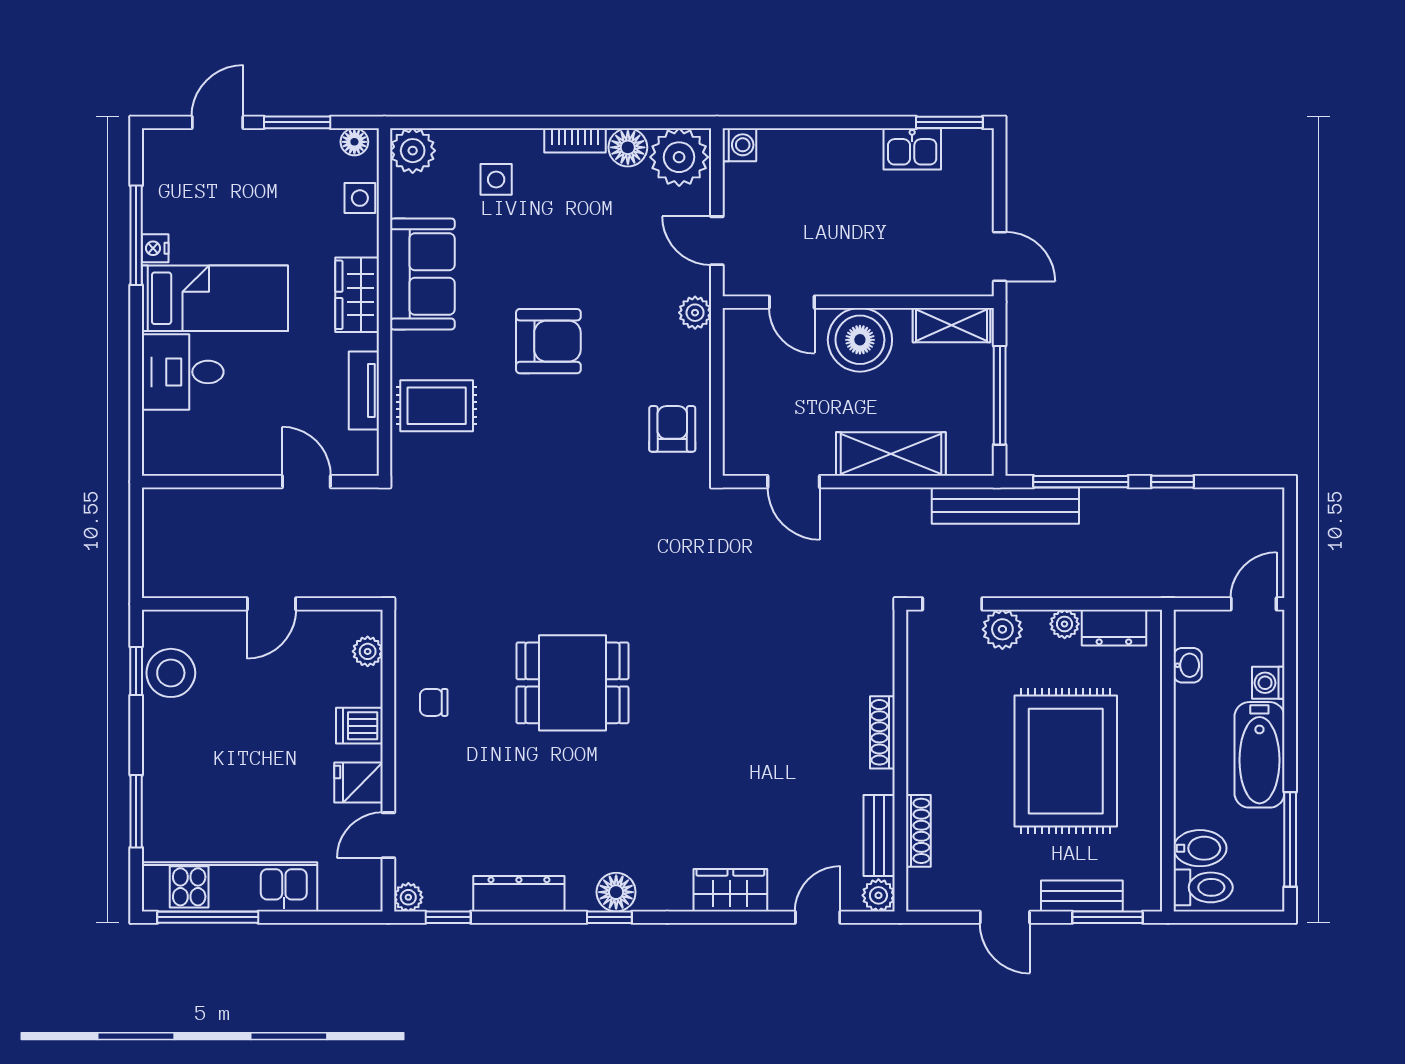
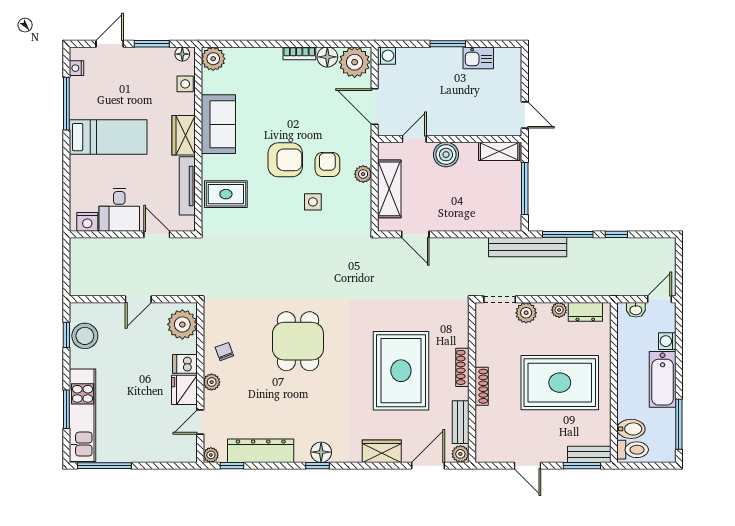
window: (949, 122) -> (448, 44), moved
side table: (496, 179) -> (313, 202), moved
door: (717, 241) -> (375, 107), width x1.37
nightstand: (155, 248) -> (76, 68), moved
door: (792, 302) -> (414, 139), swing flipped
plant: (695, 313) -> (363, 174), moved
boiler: (860, 340) -> (446, 155), width x0.73, depth x0.73
desk: (183, 372) -> (119, 210), moved, turned -90
tv unit: (364, 390) -> (187, 186), width x1.41
armchair: (672, 429) -> (327, 164), moved
shelving: (891, 454) -> (389, 189), moved, turned 90
nightstand: (175, 458) -> (87, 222), added
plant: (368, 651) -> (182, 324), width x1.87, depth x1.87
washbasin: (1188, 665) -> (636, 310), moved, turned 90
dining table: (572, 683) -> (298, 341), turned 90
chair: (434, 702) -> (224, 352), turned 70
rug: (766, 739) -> (401, 371), added
plant: (410, 760) -> (212, 382), added
rug: (1066, 761) -> (560, 383), turned 90
fridge: (359, 782) -> (184, 390), width x1.38
shoe rack: (918, 831) -> (482, 386), moved
kitchen unit: (229, 887) -> (83, 415), moved, turned 90
dresser: (519, 894) -> (261, 451), width x1.37, depth x1.24
bench: (1082, 896) -> (589, 454), moved
door: (818, 917) -> (428, 466), width x1.38

